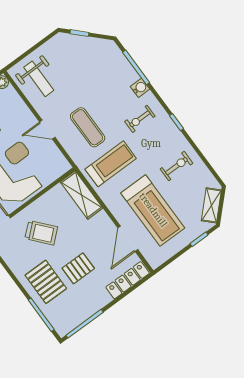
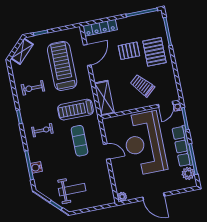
weight bench: (39, 79) -> (72, 190), moved, turned 90
water cooler: (140, 88) -> (36, 167), moved

